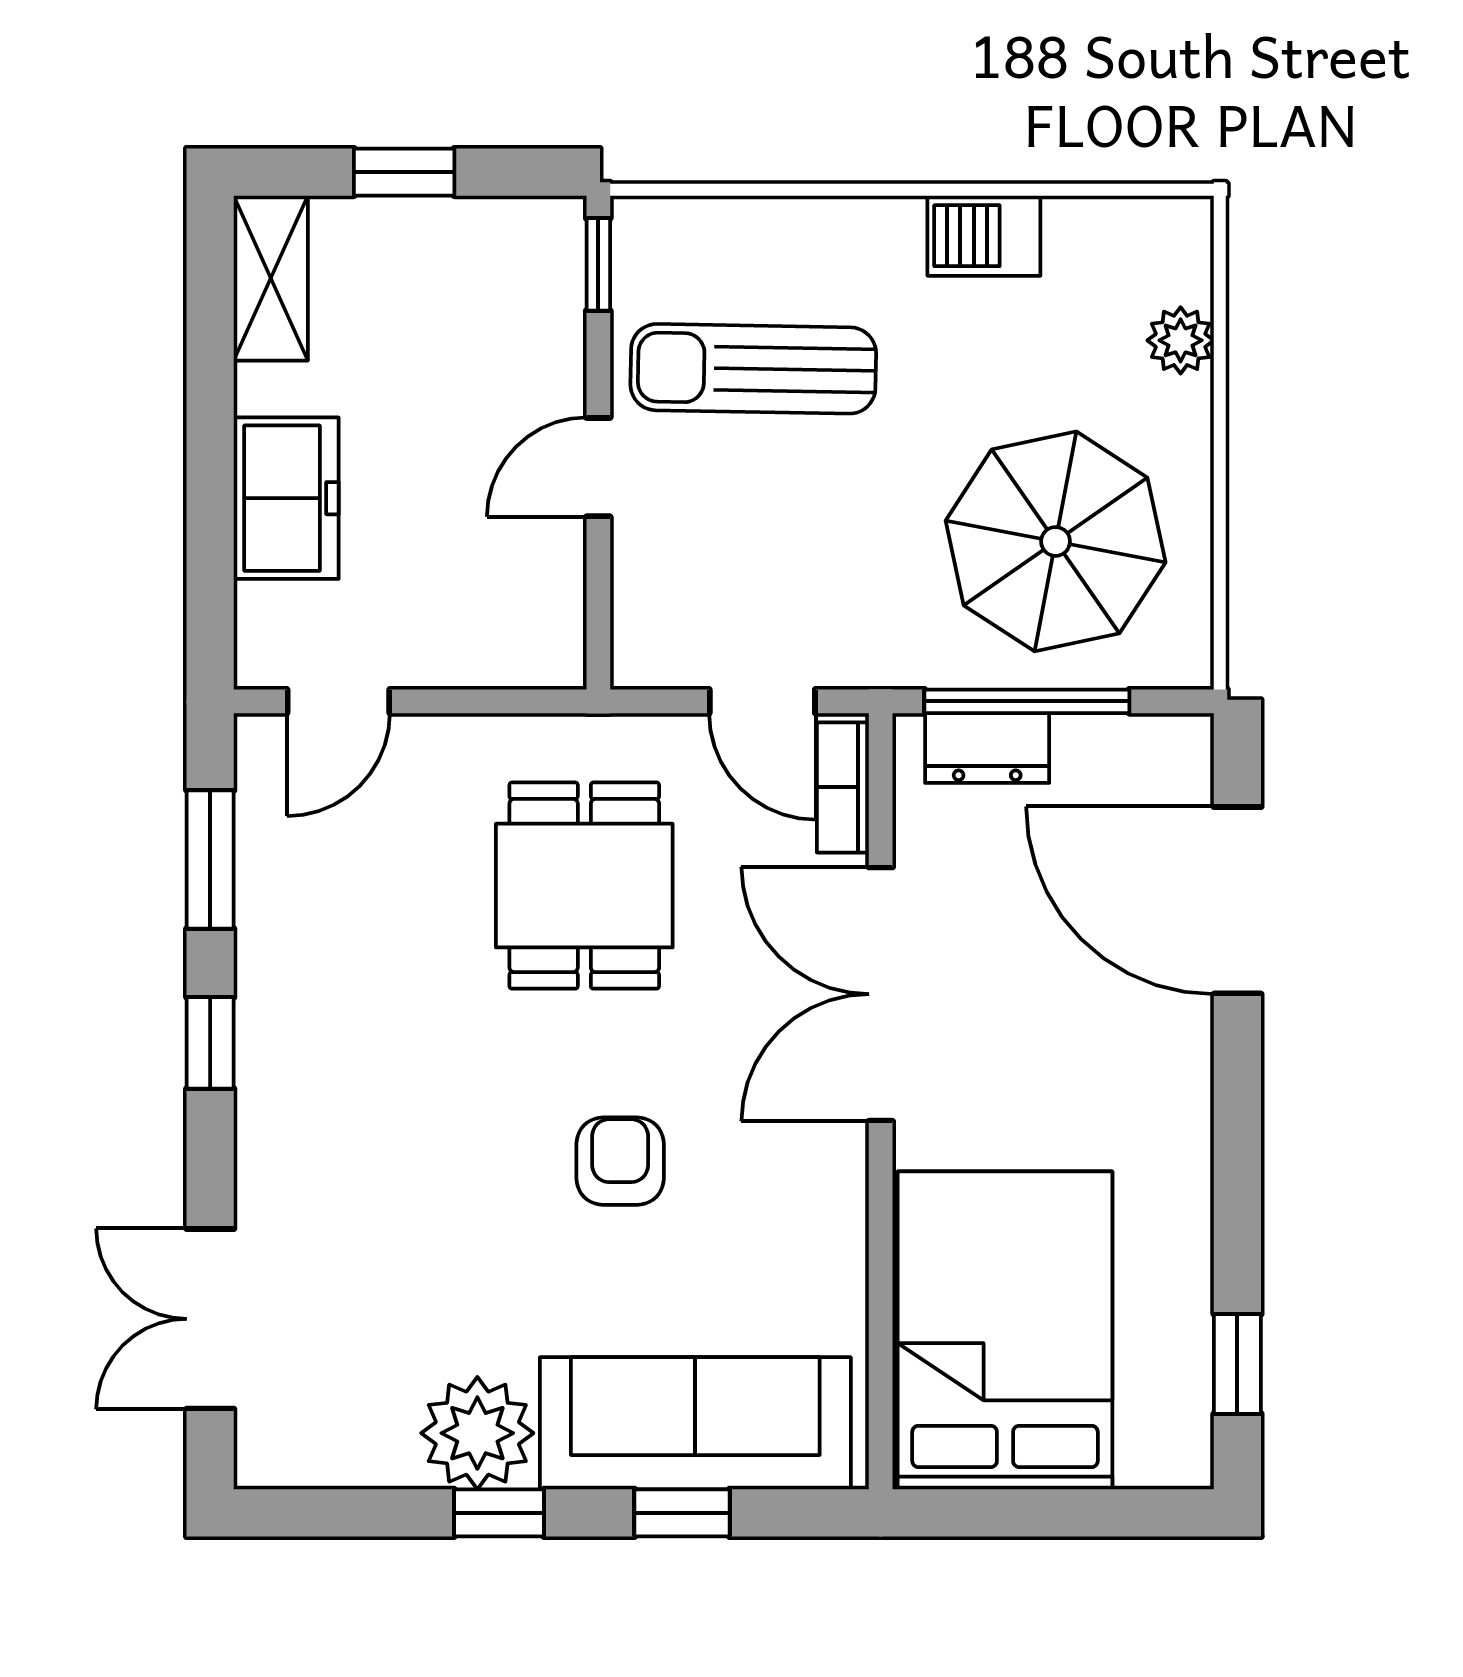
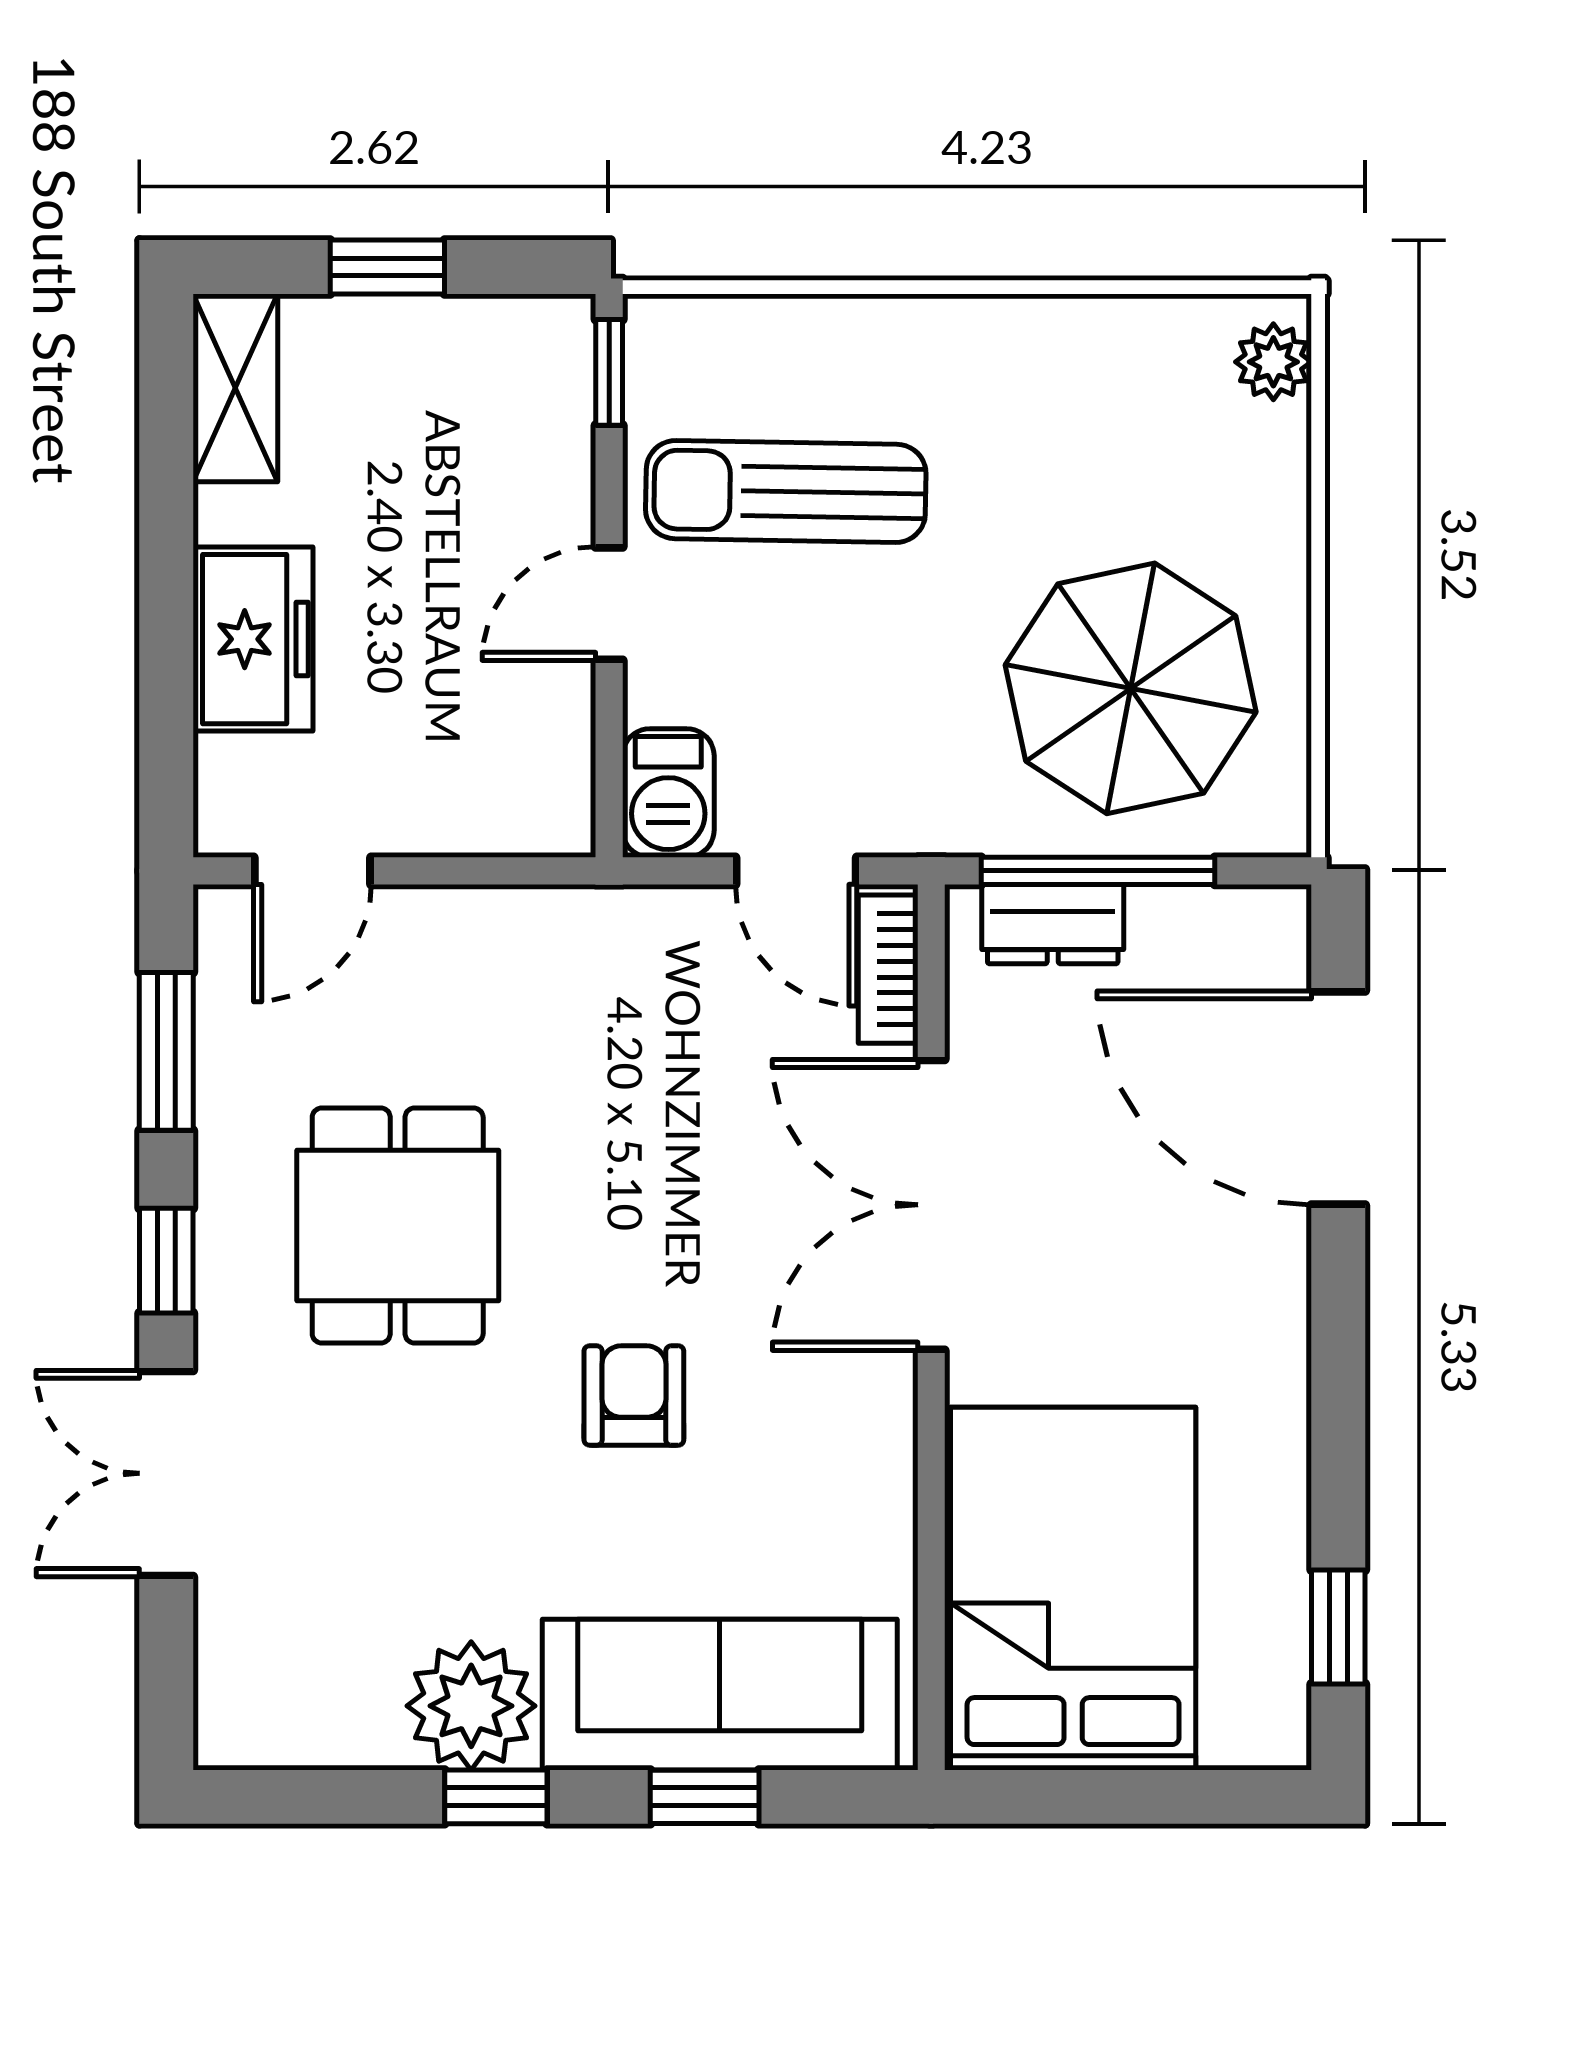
barbecue: (984, 236) -> (668, 793), moved, turned -90
plant: (1181, 340) -> (1273, 362), moved
dining table: (584, 886) -> (398, 1226), moved
double door: (210, 1319) -> (166, 1473), moved

